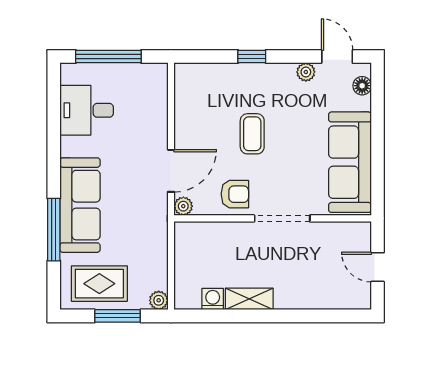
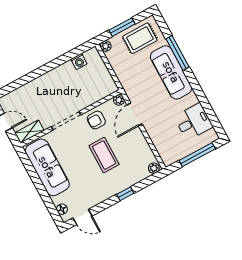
plant: (306, 72) -> (154, 168), moved
coffee table: (252, 134) -> (104, 155), width x1.36, depth x1.30
shelving: (249, 299) -> (29, 132), moved

